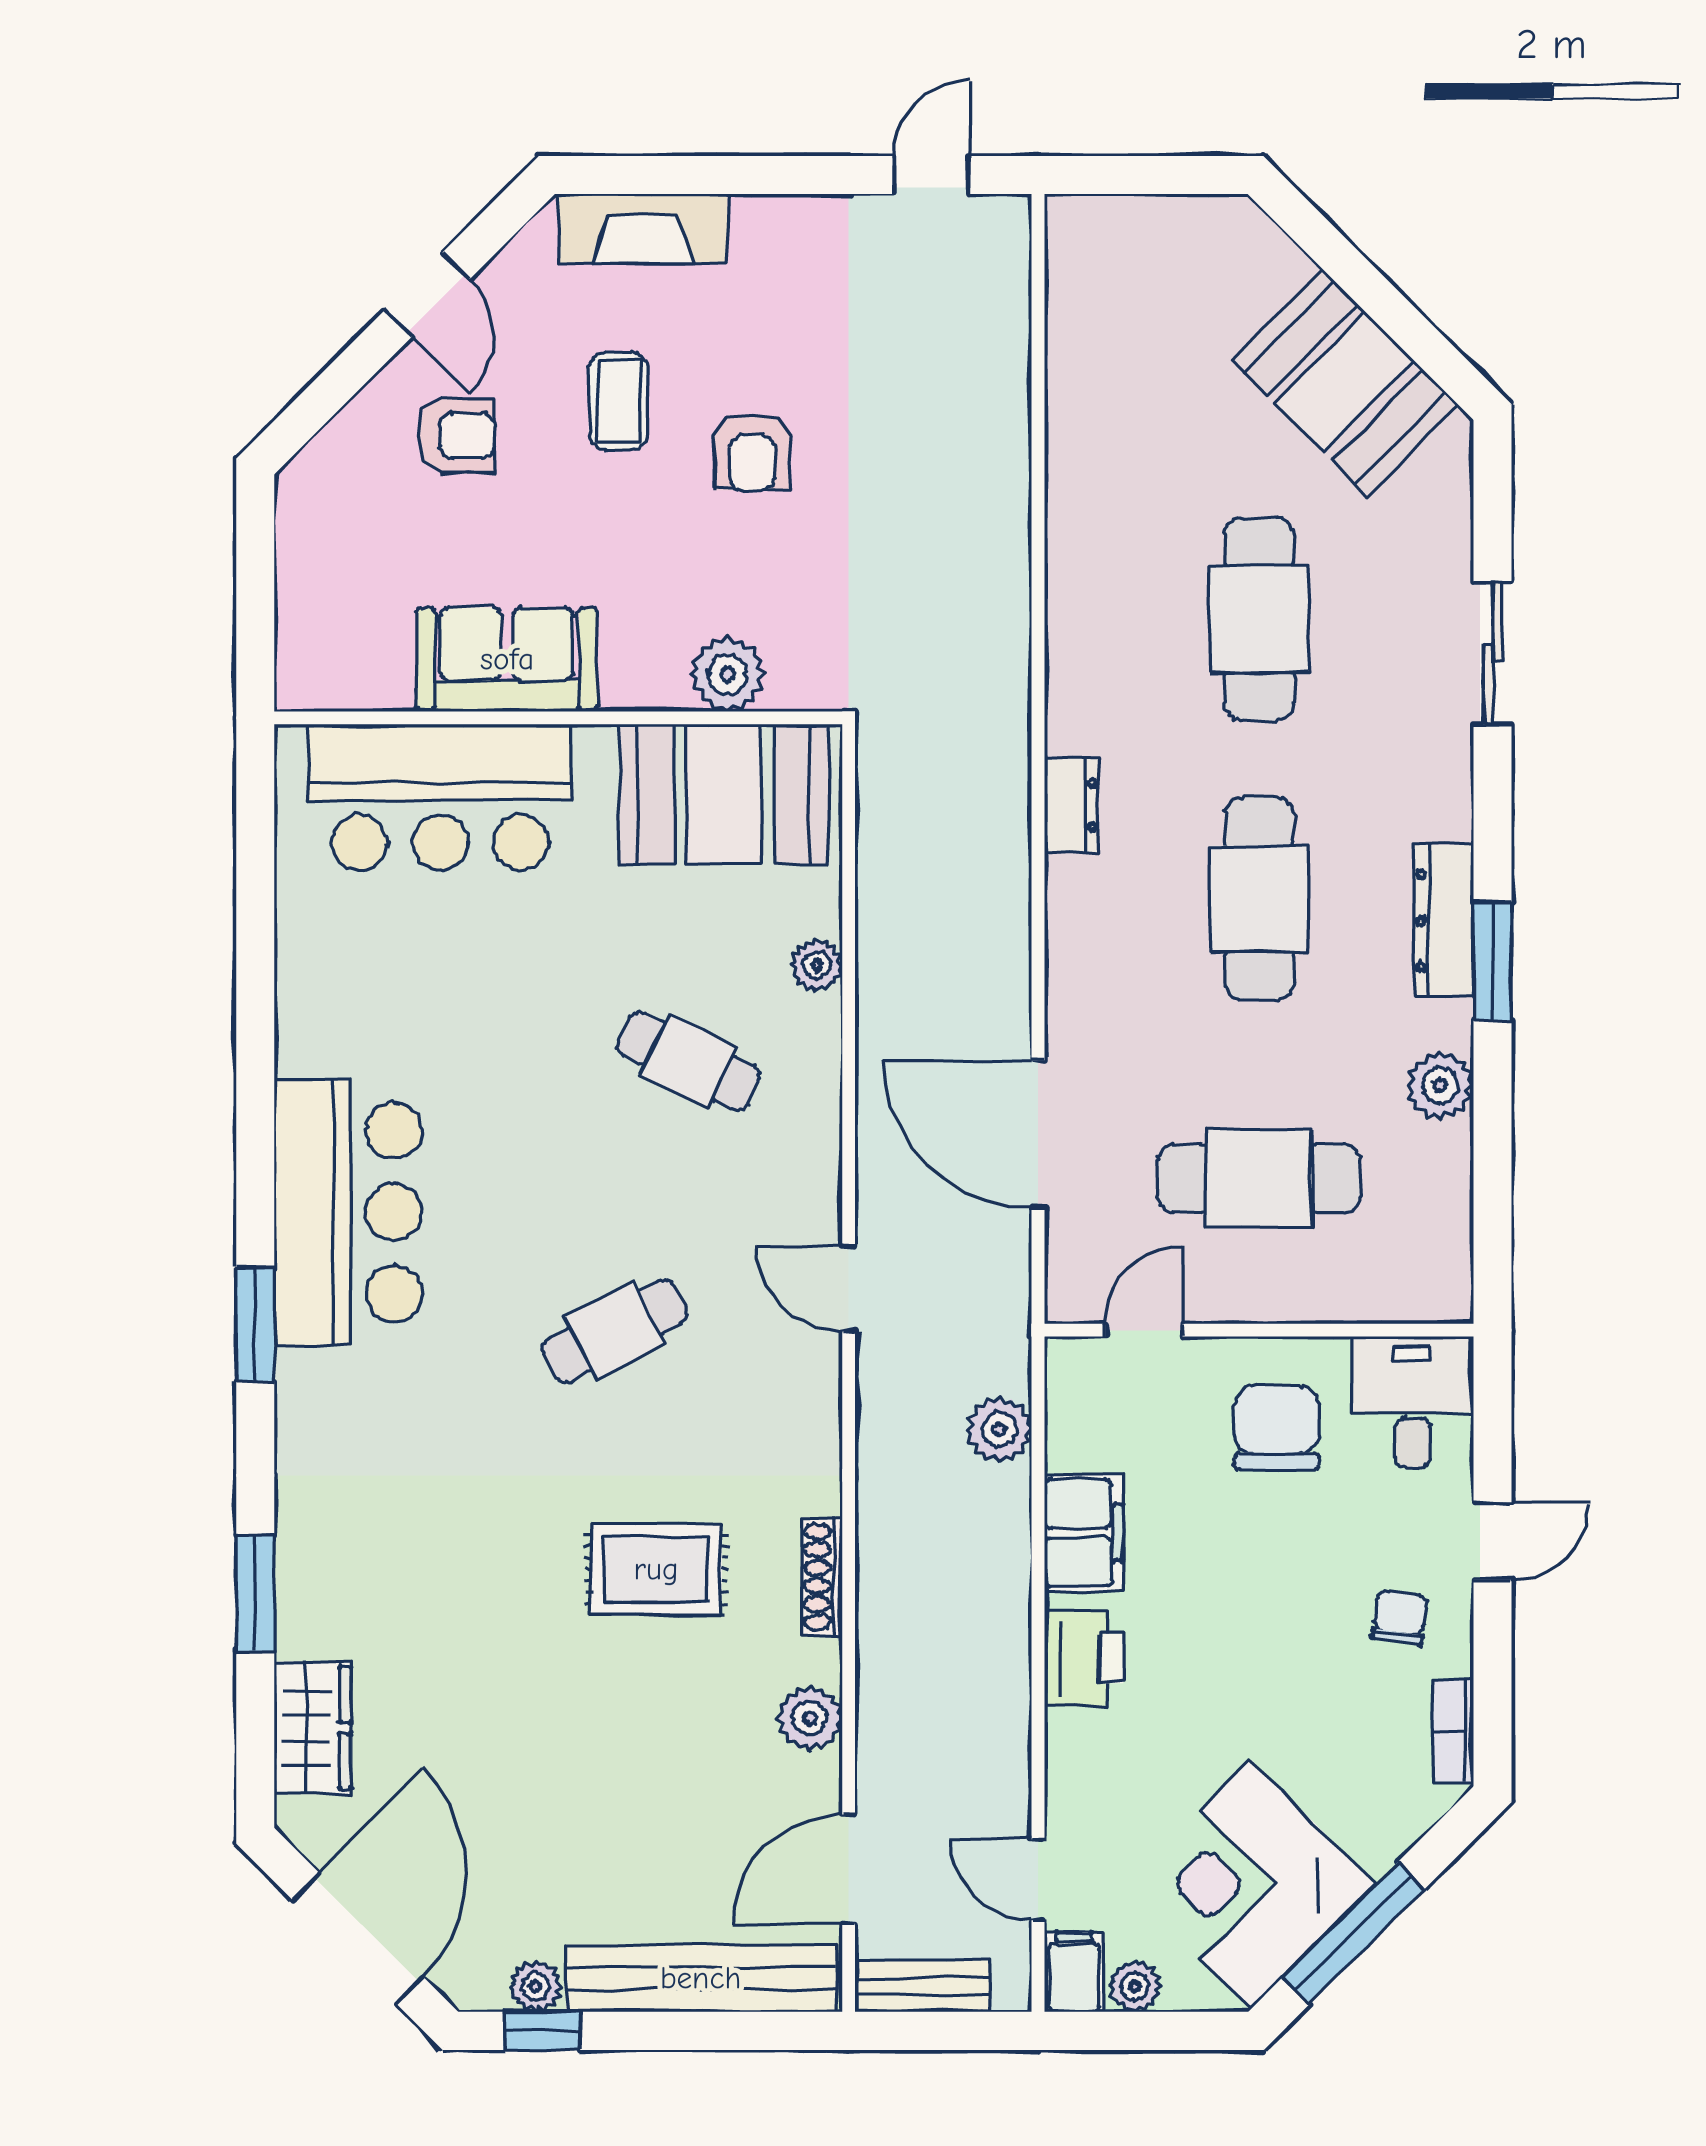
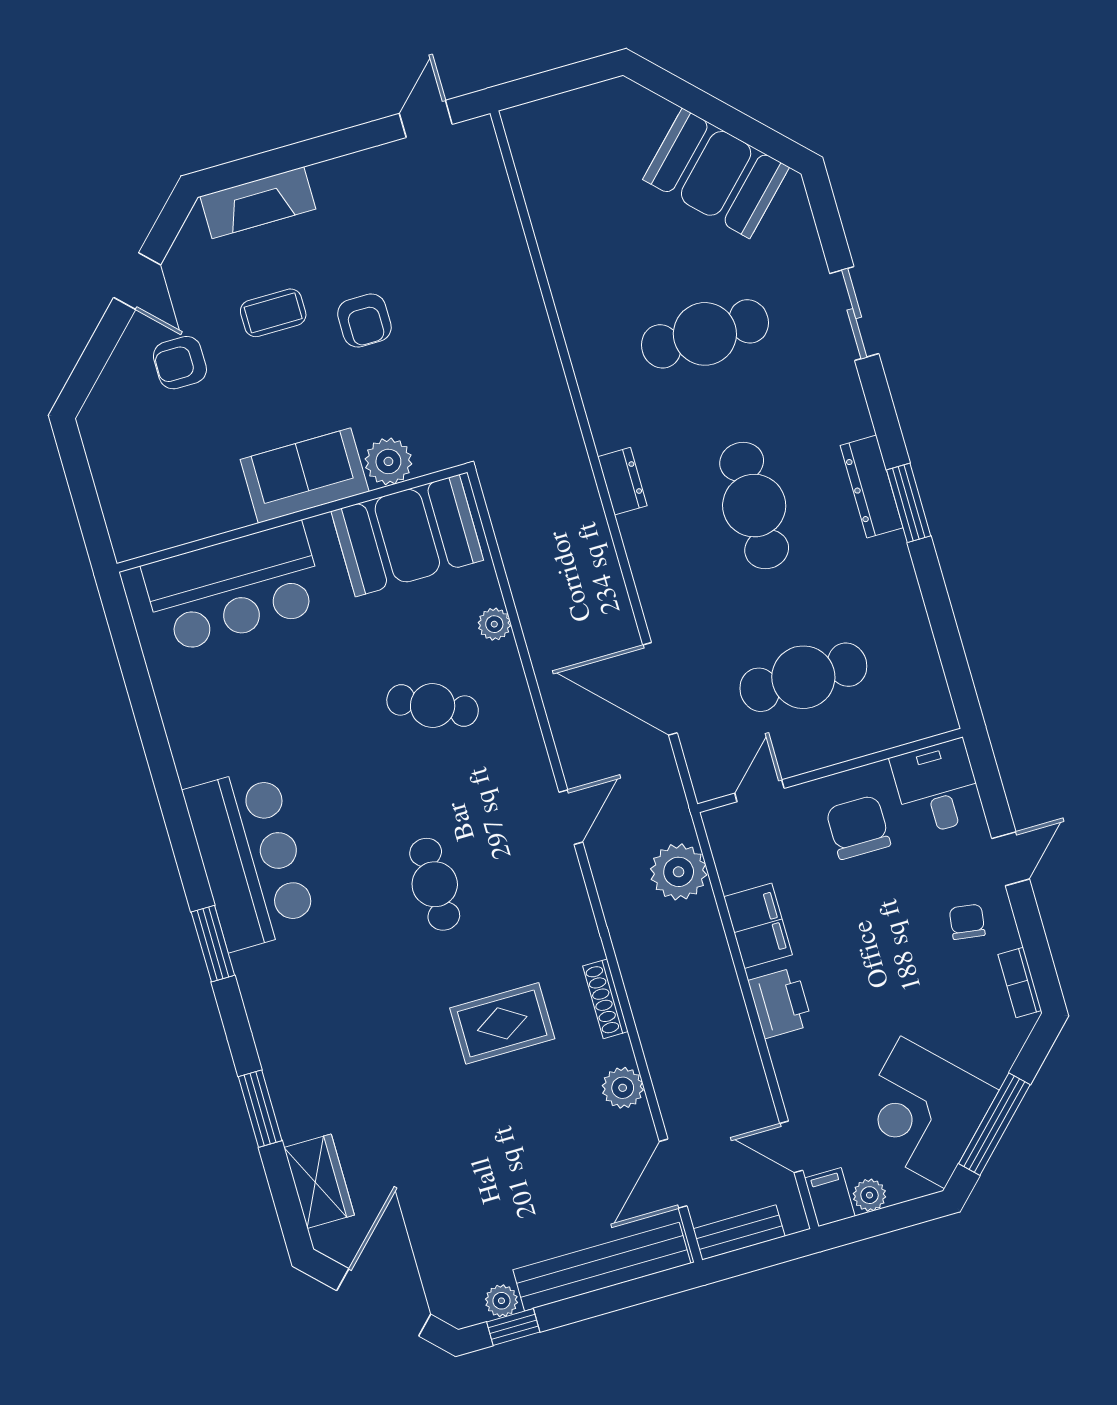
coffee table: (618, 401) -> (273, 313), turned 90
armchair: (457, 436) -> (180, 363), turned 180
cafe table: (1259, 619) -> (705, 334), turned 90
sofa: (507, 659) -> (305, 476), moved
plant: (1440, 1086) -> (898, 588), removed
door: (849, 1289) -> (571, 817), swing flipped
cafe table: (615, 1331) -> (435, 884), turned -62
plant: (999, 1429) -> (679, 872), width x1.36, depth x1.36

